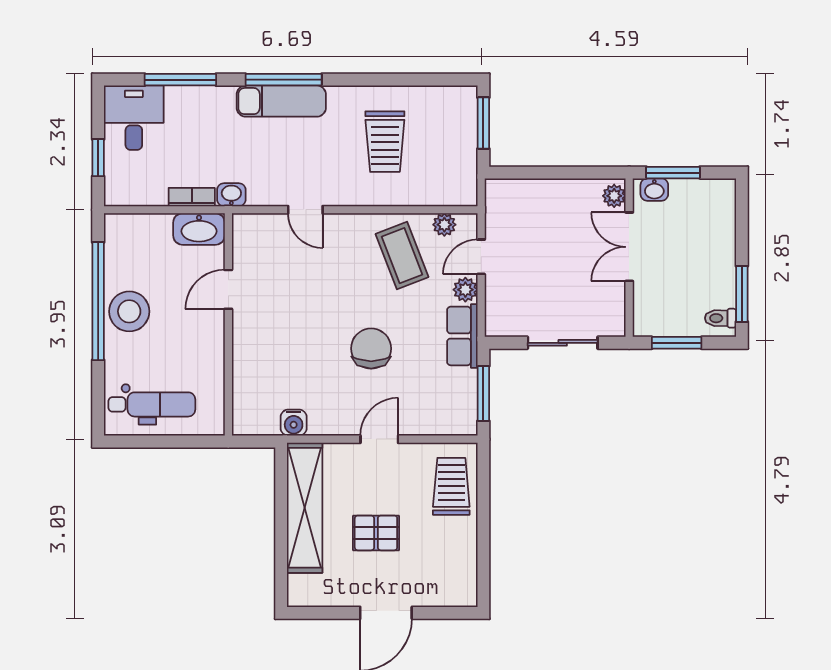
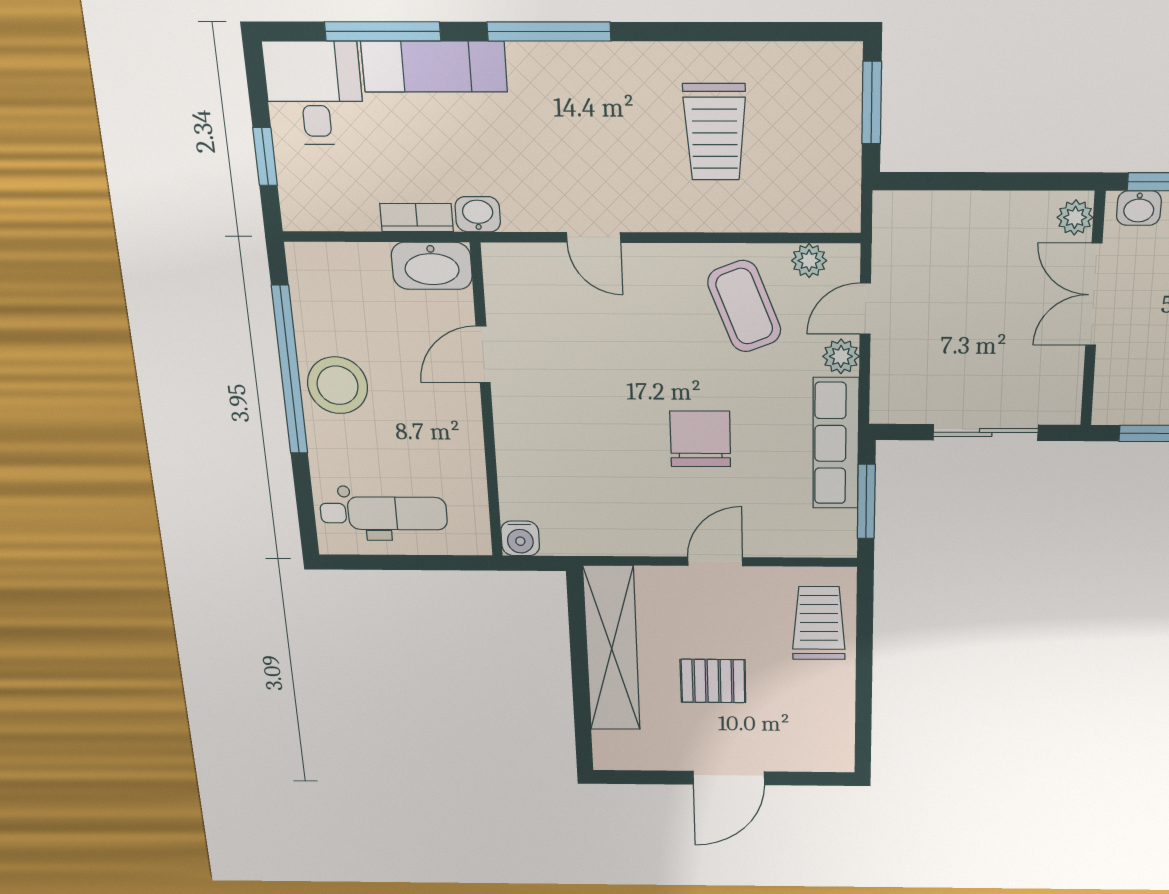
exam couch: (281, 101) -> (434, 67), moved
row of seats: (462, 336) -> (836, 443), width x1.48
water cooler: (294, 423) -> (520, 538), moved

